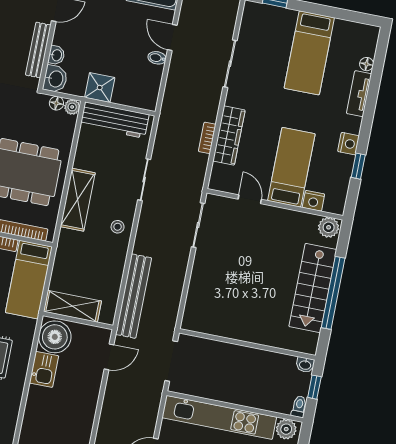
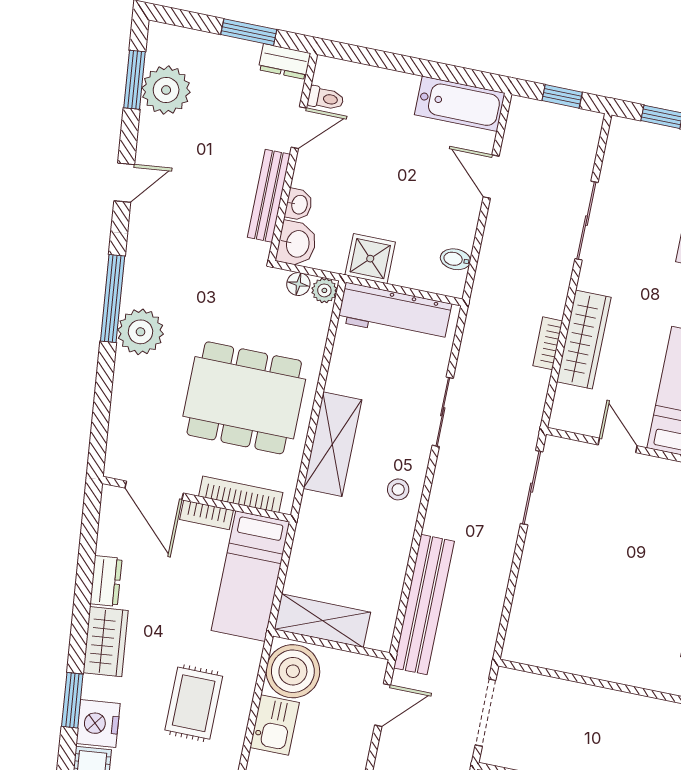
bidet: (157, 58) -> (455, 259), moved

